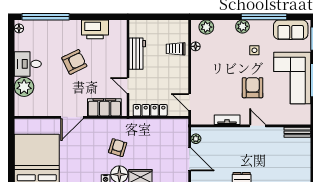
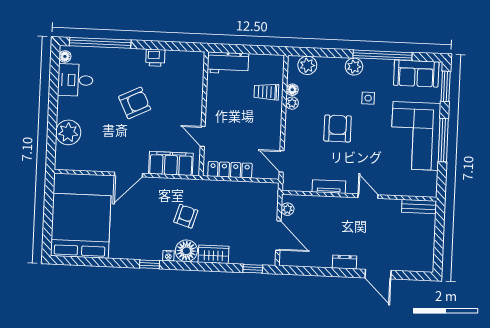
printer: (95, 29) -> (155, 58), width x0.53, depth x0.68
workbench: (137, 54) -> (228, 63), moved, turned 90
plant: (196, 57) -> (292, 103), added
desk: (28, 64) -> (75, 80), moved
armchair: (253, 88) -> (338, 128), moved

